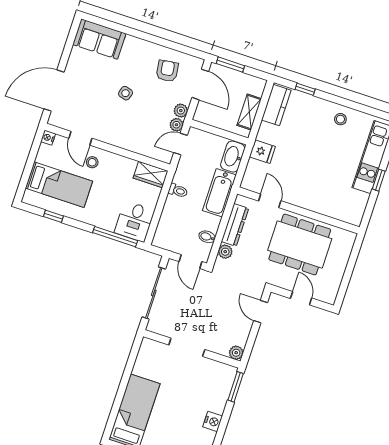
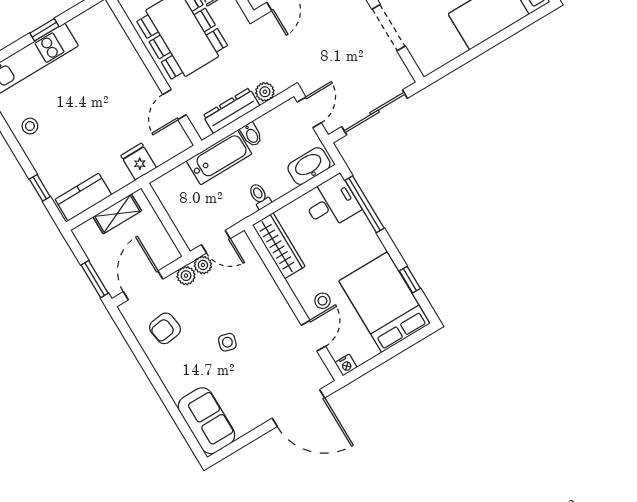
washbasin: (233, 157) -> (309, 166), moved, turned 180
wardrobe: (151, 174) -> (279, 246), width x1.50
bed: (59, 185) -> (384, 302), width x1.50
bidet: (207, 237) -> (251, 135), moved

